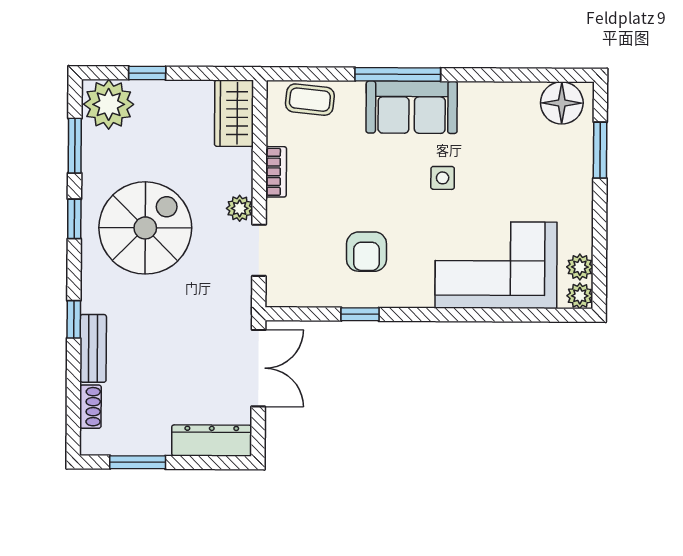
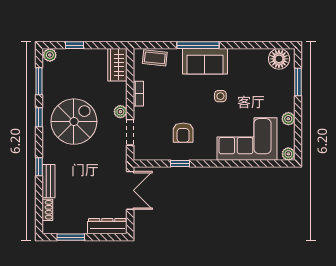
plant: (109, 104) -> (50, 55), width x0.53, depth x0.53
plant: (580, 267) -> (288, 119), moved

